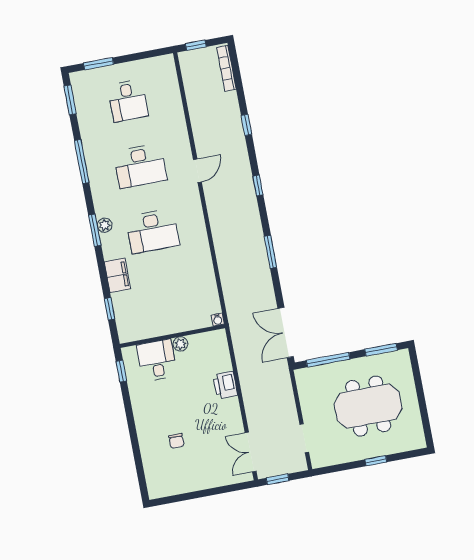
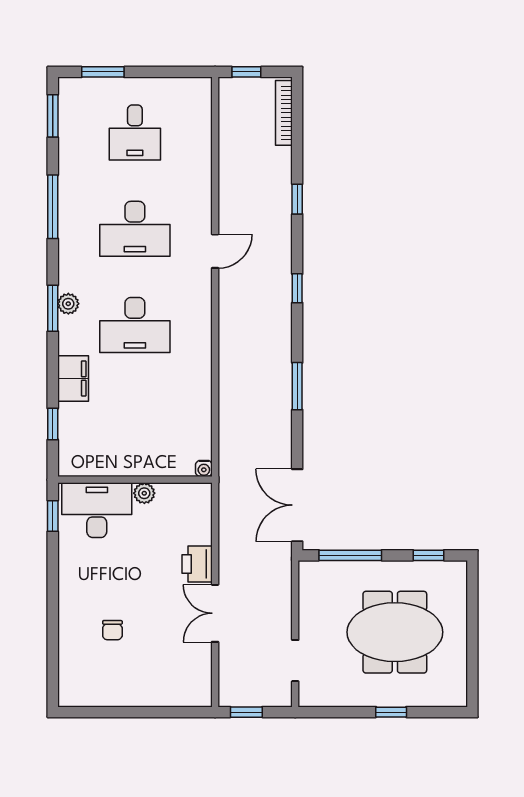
window: (381, 350) -> (428, 555), width x0.67
desk: (157, 360) -> (97, 510), width x1.37
double door: (251, 452) -> (215, 613), moved

